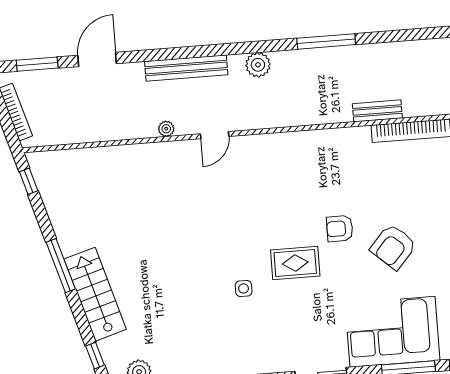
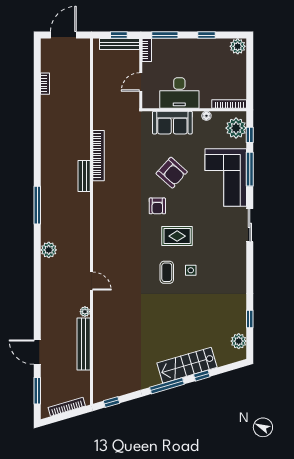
bench: (186, 68) -> (84, 344), moved
coffee table: (237, 251) -> (167, 272), added
rug: (295, 263) -> (177, 236), turned 90
window: (95, 356) -> (202, 376), moved

